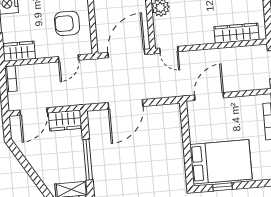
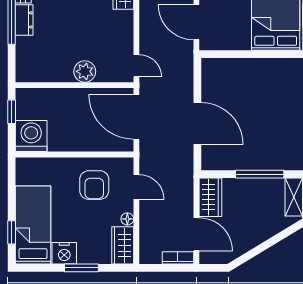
door: (169, 50) -> (136, 66), hinge flipped
floor lamp: (41, 53) -> (127, 219), added
bookcase: (11, 79) -> (178, 258), moved

